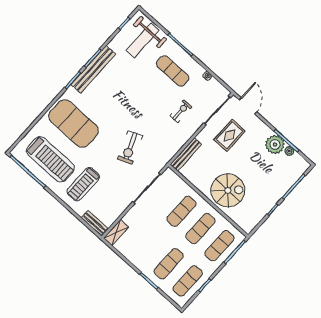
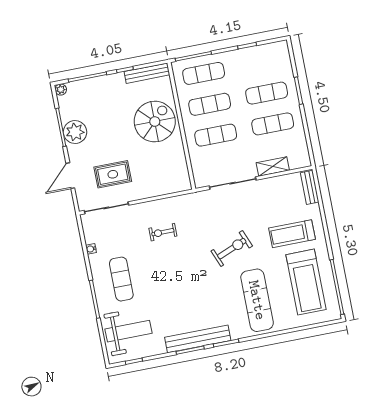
door: (248, 106) -> (70, 176), moved
exercise bike: (181, 111) -> (163, 232), moved
exercise mat: (74, 124) -> (257, 300), width x0.68
exercise bike: (130, 147) -> (232, 249), moved
plant: (289, 151) -> (61, 90), moved
bench: (186, 154) -> (147, 73), moved
treadmill: (50, 159) -> (306, 282), turned 180
treadmill: (83, 184) -> (292, 234), turned 180
spiral stairs: (228, 190) -> (155, 122), turned 90
shelving: (116, 233) -> (273, 166), moved
exercise mat: (188, 281) -> (273, 124), moved

